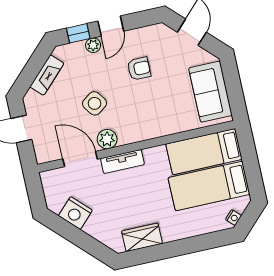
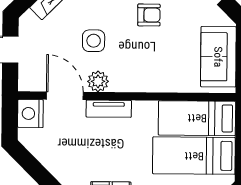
side table: (95, 103) -> (94, 41), turned 35
nightstand: (75, 213) -> (30, 114), moved, turned 45

